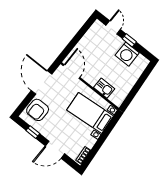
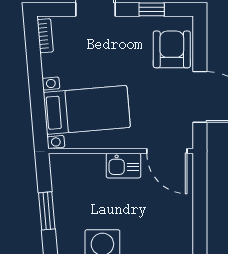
window: (138, 86) -> (47, 211), added
kitchen sink: (104, 88) -> (123, 166), moved

